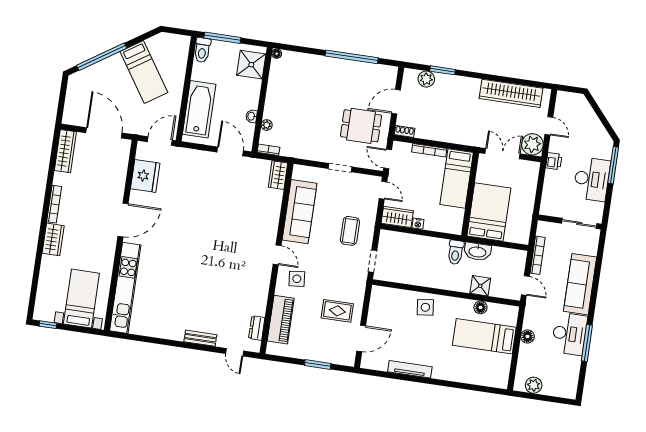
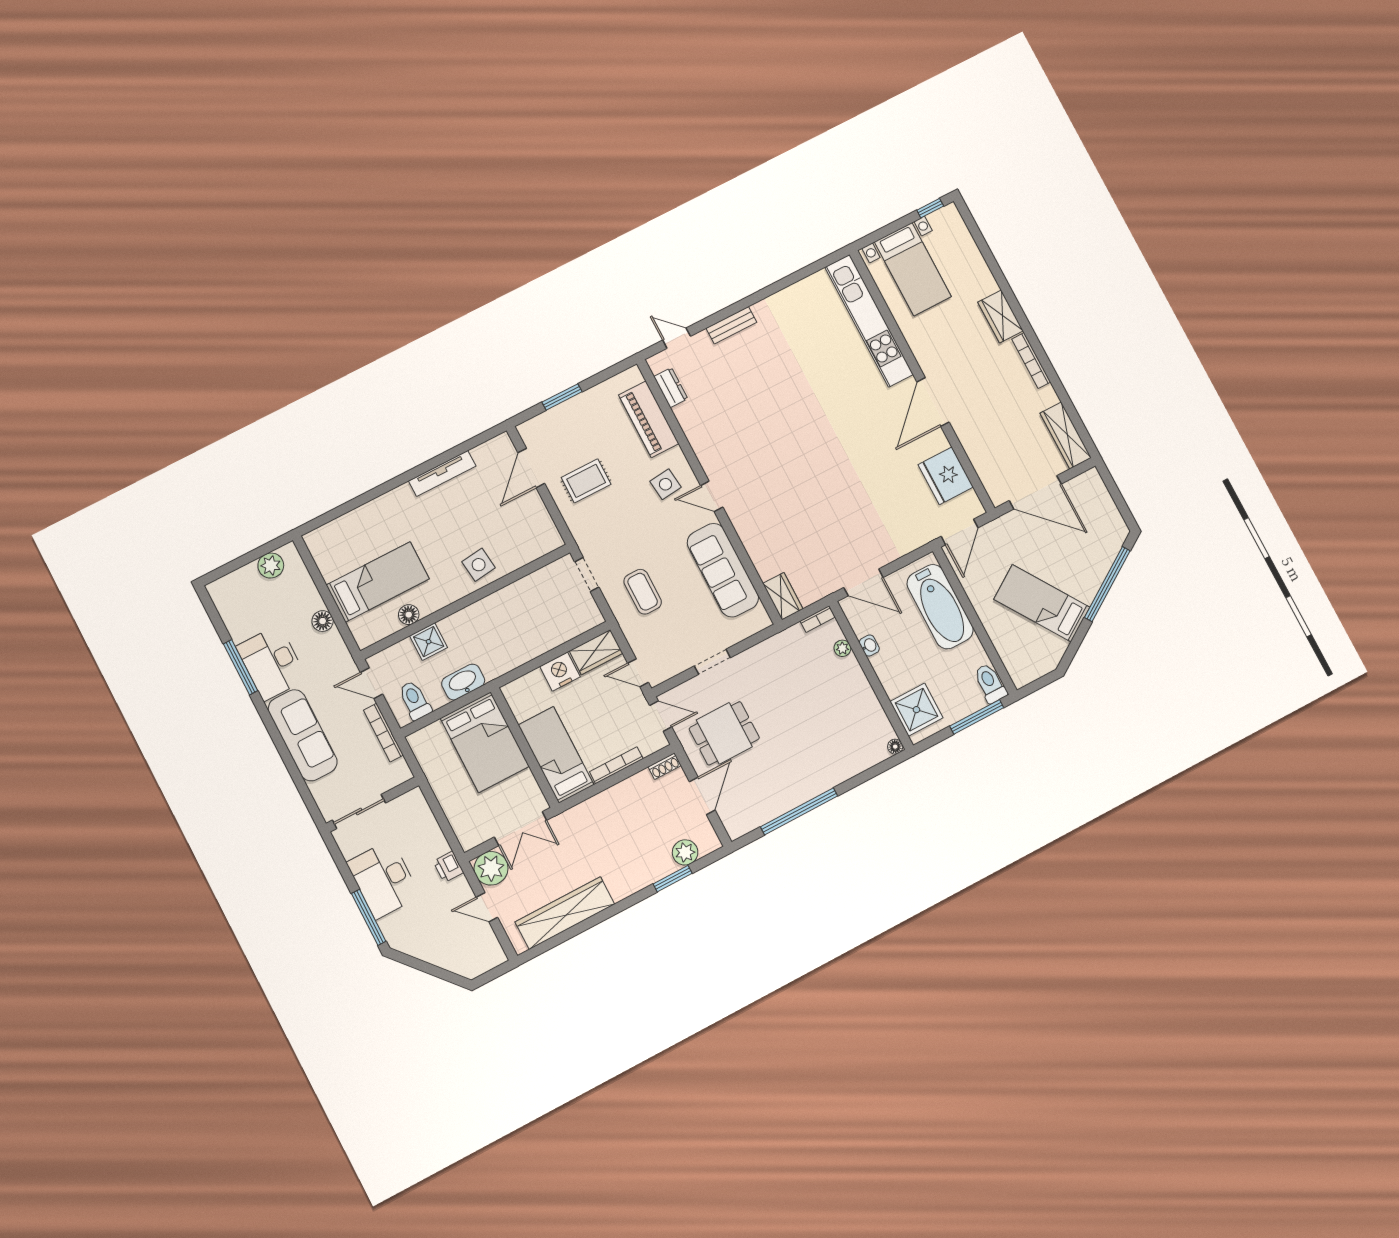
nightstand: (418, 224) -> (560, 672), width x1.89, depth x1.79
toilet: (456, 252) -> (415, 700), moved

